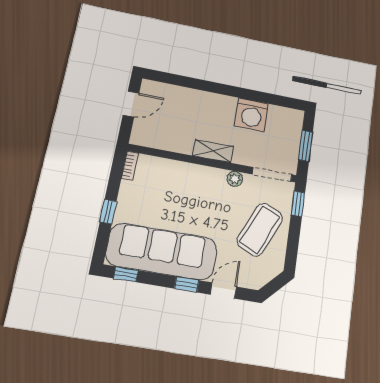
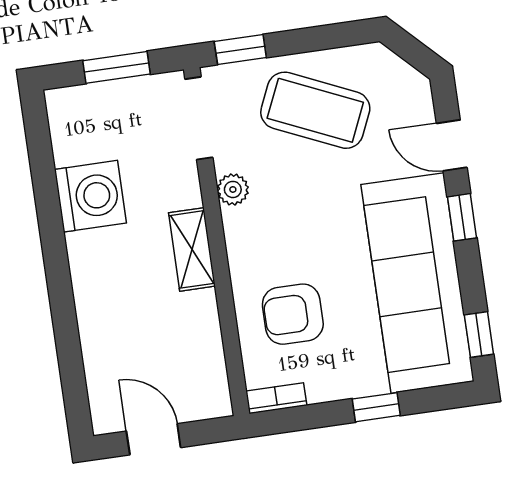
armchair: (167, 187) -> (293, 314), added

